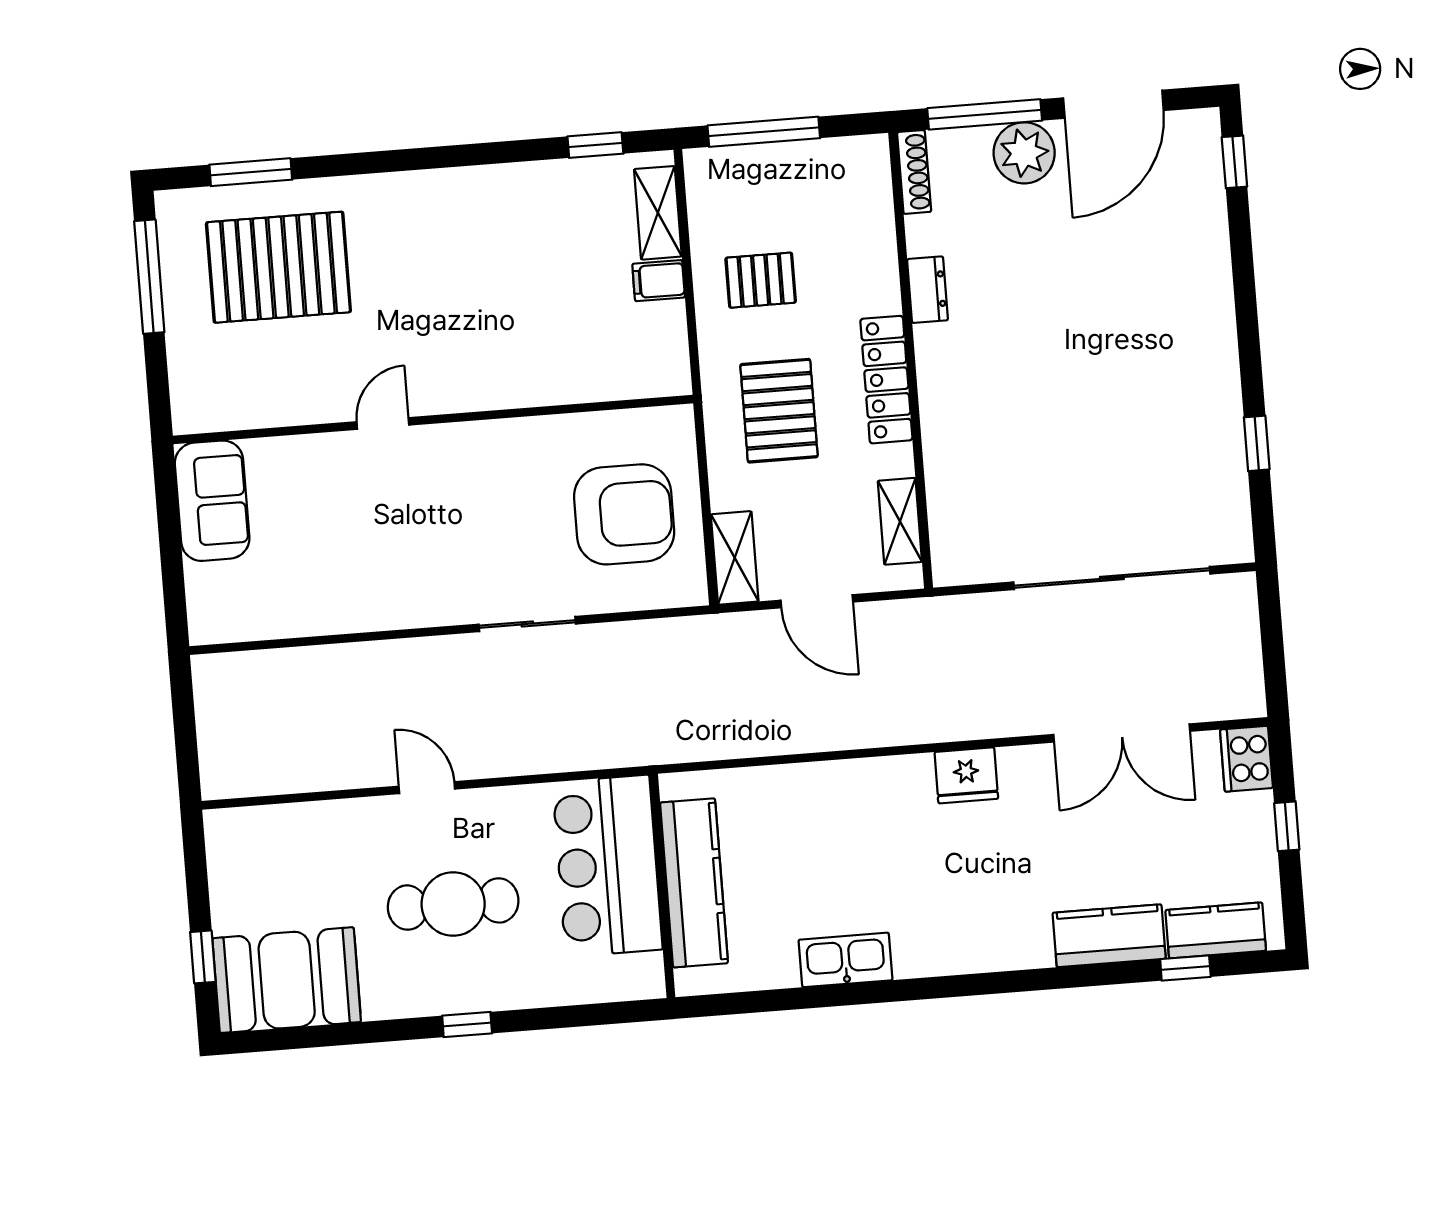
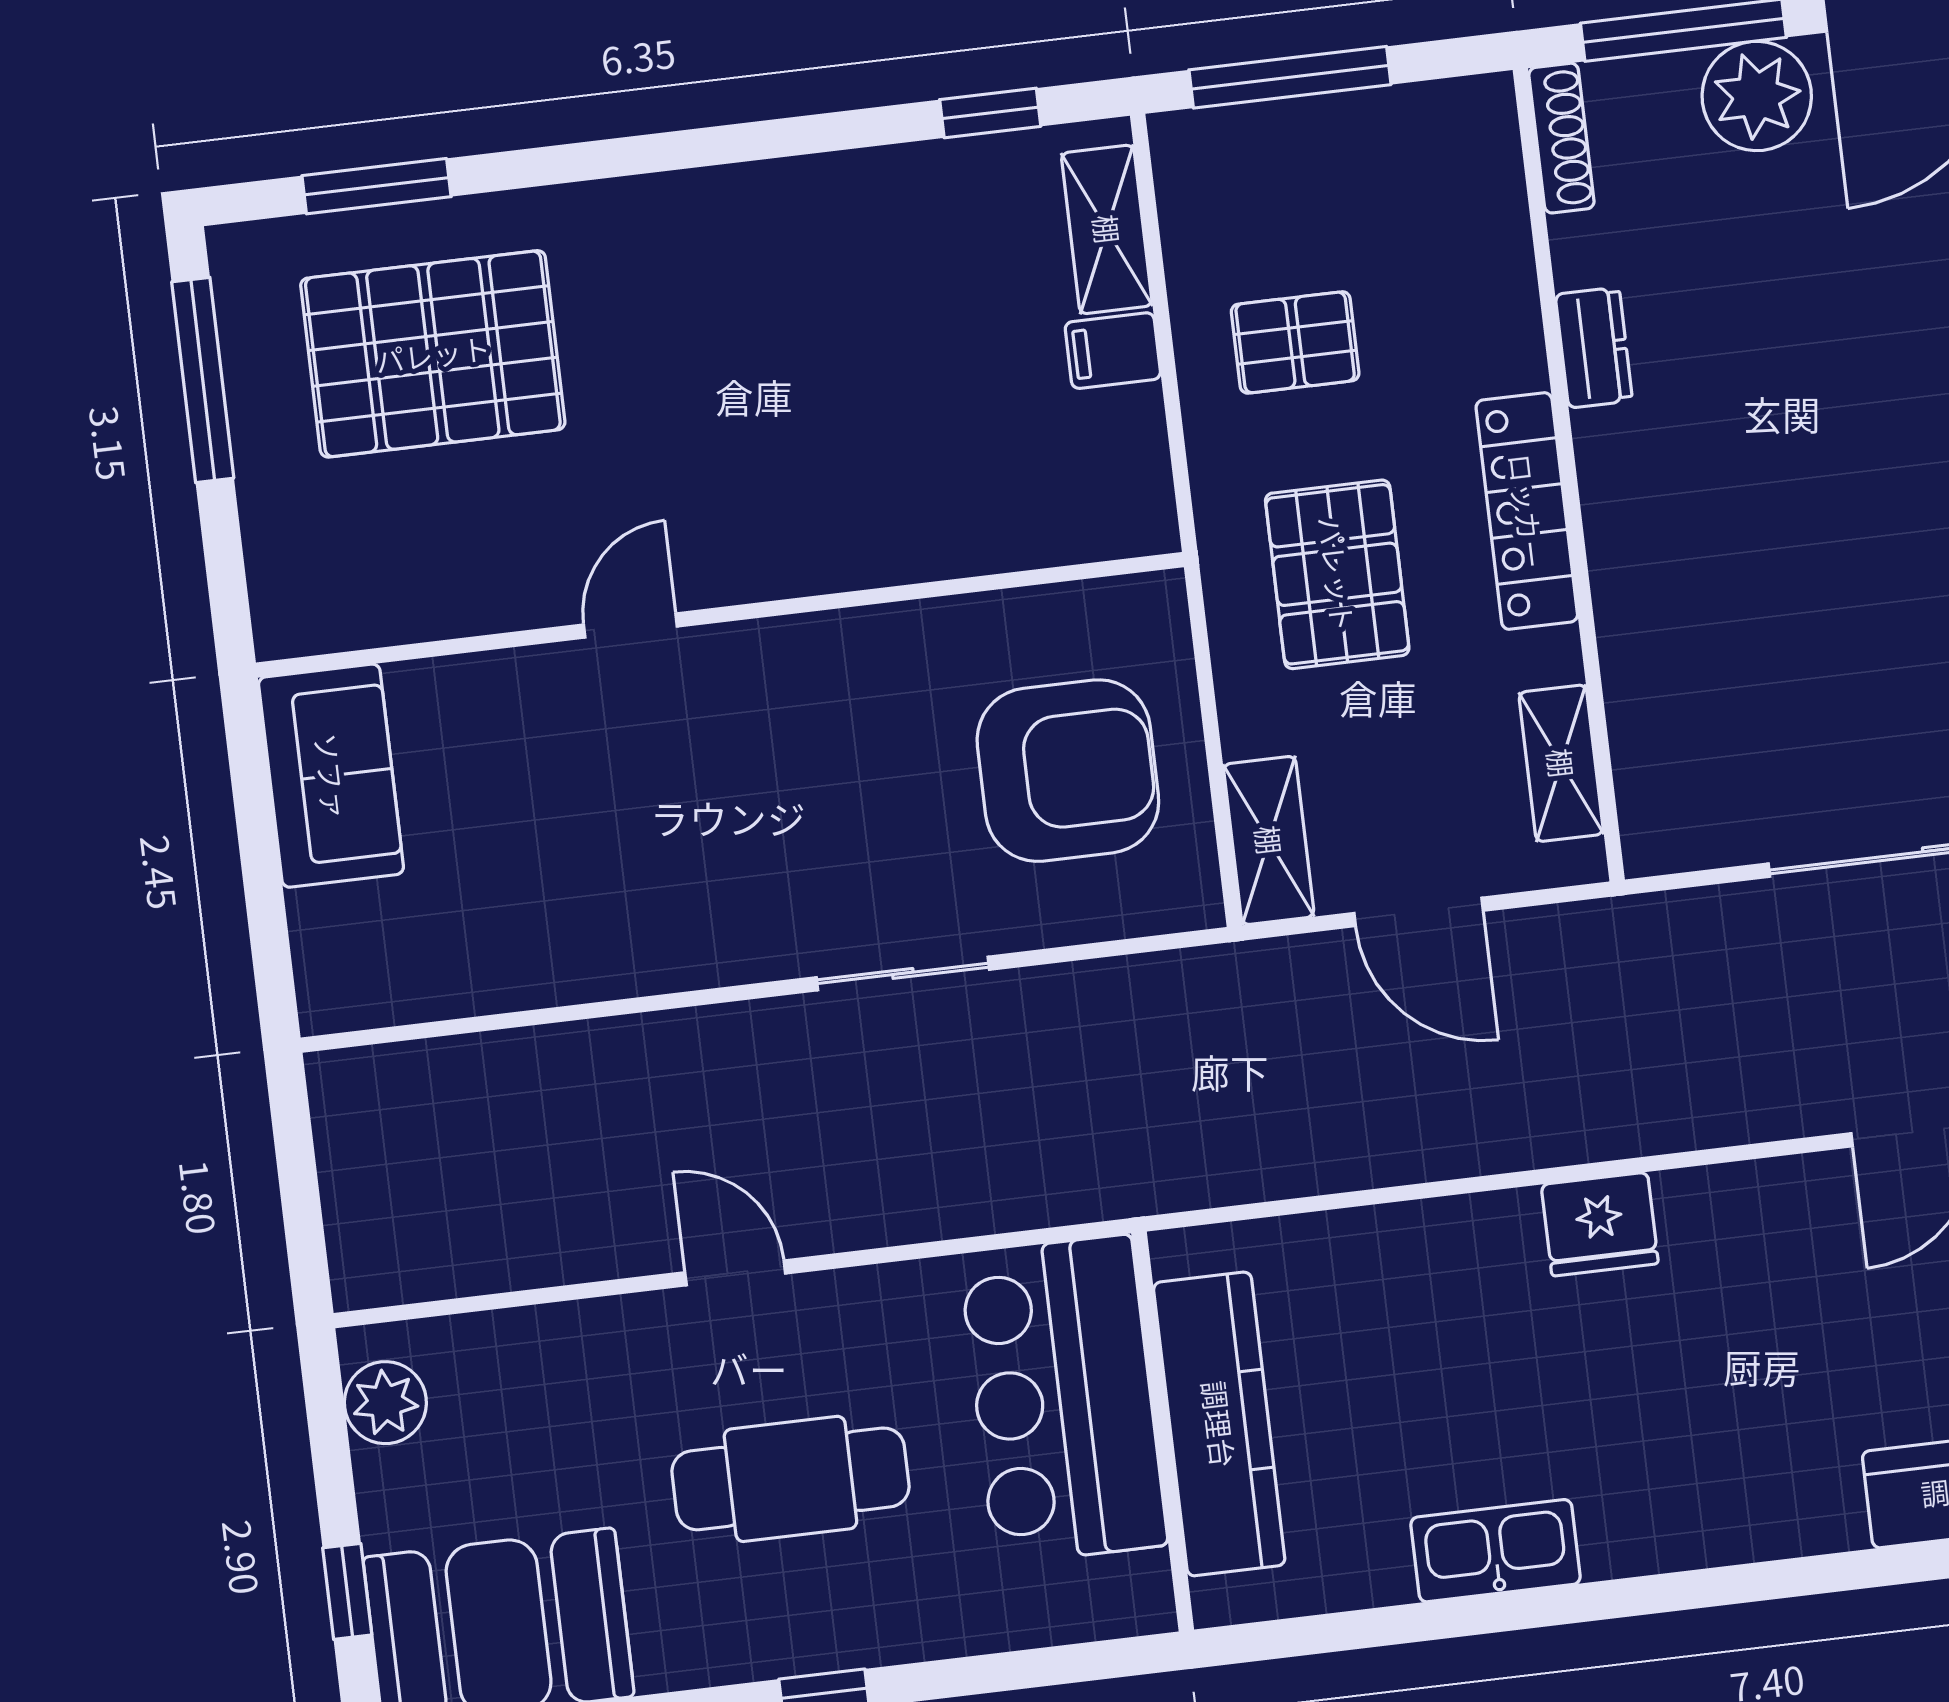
fridge: (966, 775) -> (1600, 1224), moved
plant: (228, 852) -> (385, 1403), added

